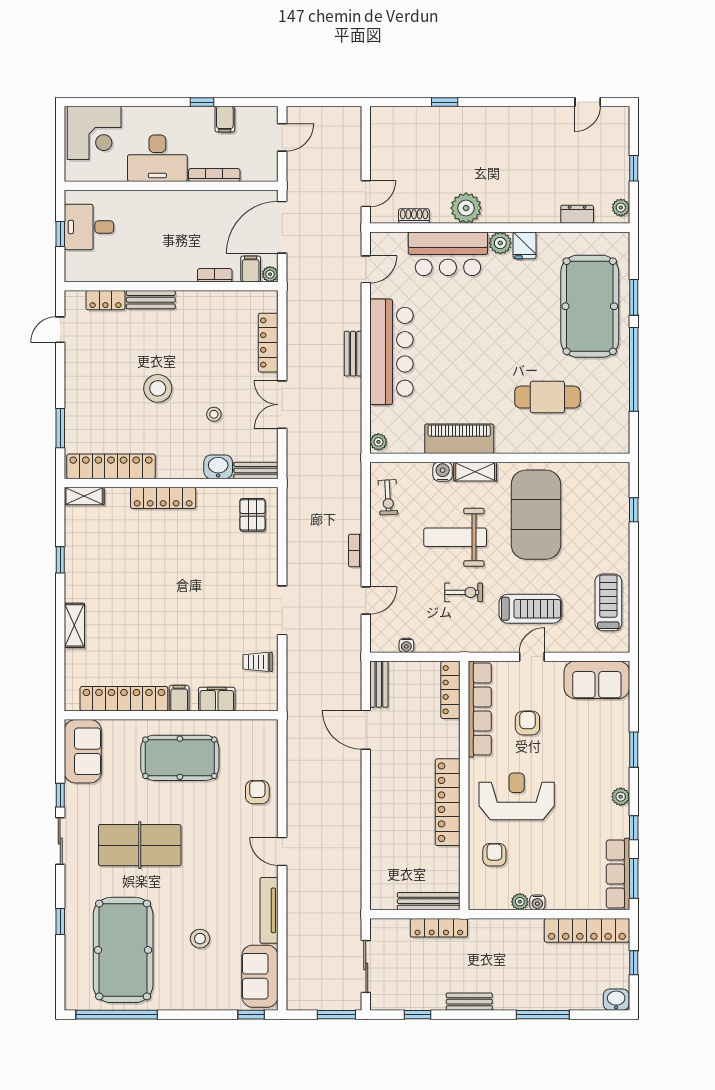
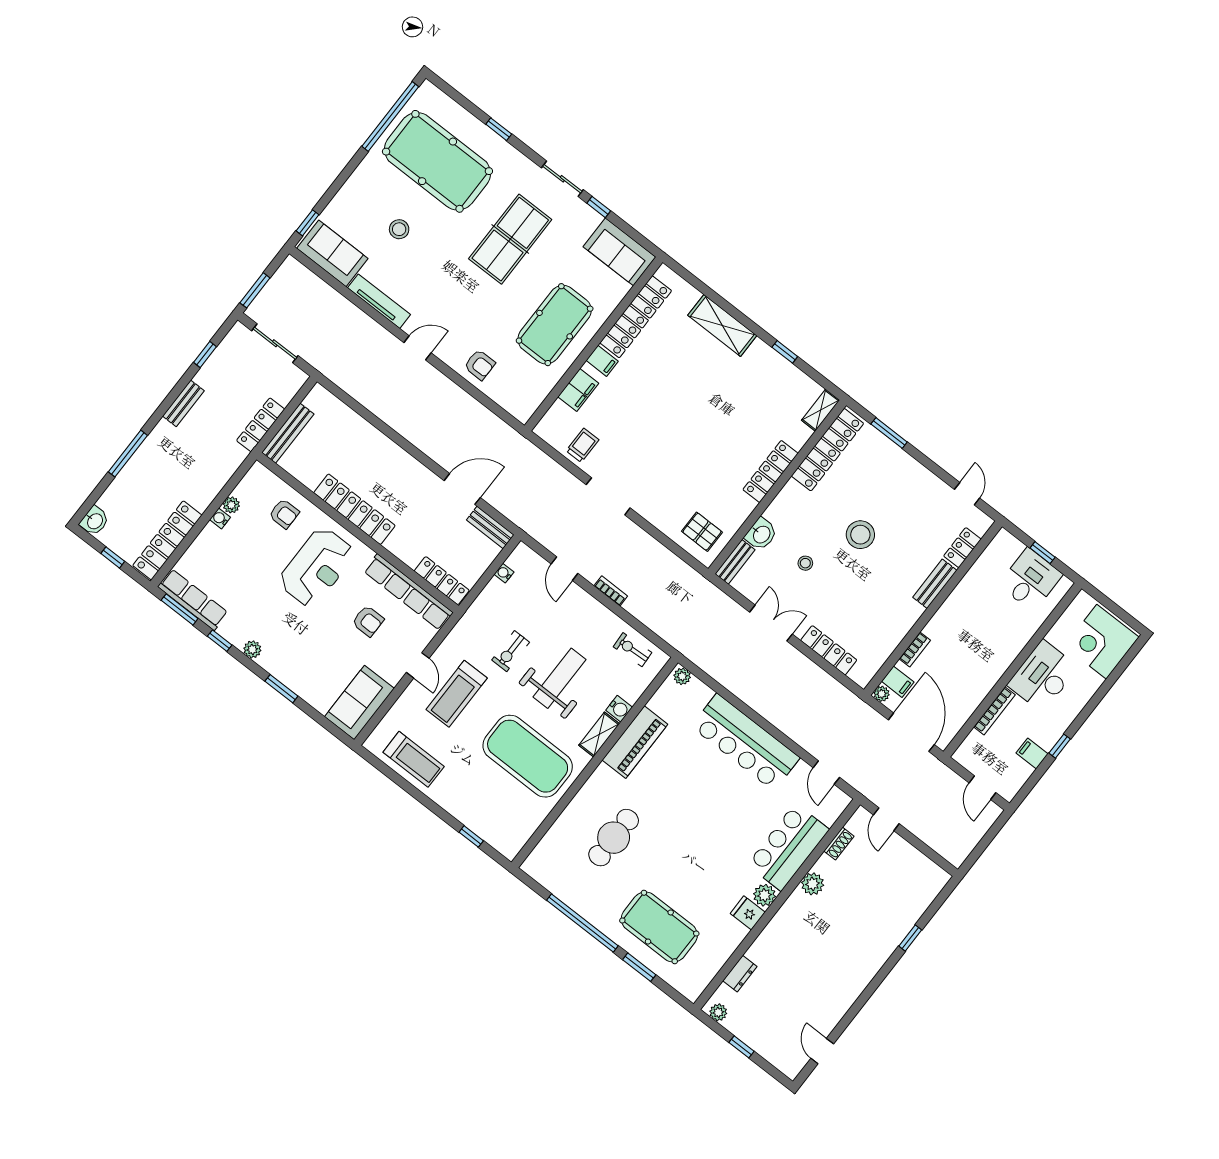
plant: (466, 208) -> (813, 884), width x0.73, depth x0.73
pool table: (590, 306) -> (659, 927), width x0.73, depth x0.76
bench: (353, 354) -> (768, 711), removed
shelving: (74, 625) -> (722, 325), width x1.50, depth x1.33

